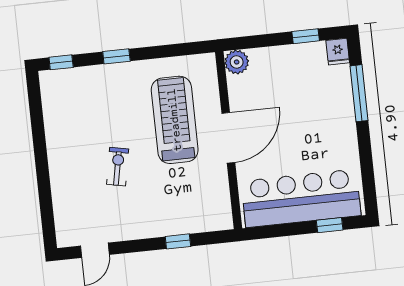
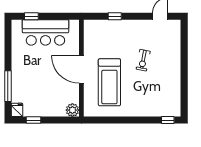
window: (116, 56) -> (137, 120), removed
door: (228, 138) -> (81, 69), hinge flipped
bar counter: (301, 198) -> (45, 32), width x0.73

